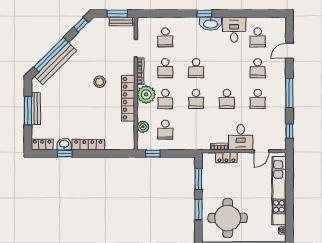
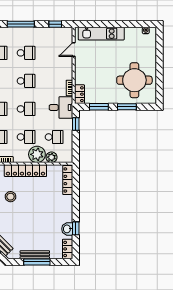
plant: (146, 95) -> (37, 154), moved
desk: (241, 137) -> (61, 108), moved
locker: (88, 145) -> (68, 180), moved
door: (261, 151) -> (74, 49), swing flipped
window: (153, 153) -> (76, 124), moved
locker: (226, 158) -> (79, 94), moved
kitchen unit: (279, 191) -> (101, 34), width x0.73

